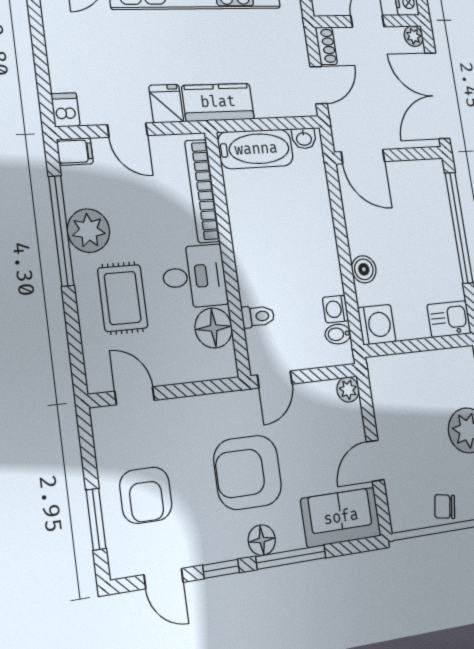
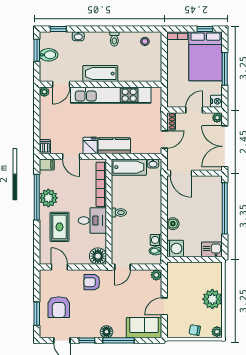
toilet: (258, 316) -> (119, 213), moved
floor lamp: (214, 328) -> (98, 256), moved
armchair: (248, 472) -> (92, 282), moved, width x0.53, depth x0.53

